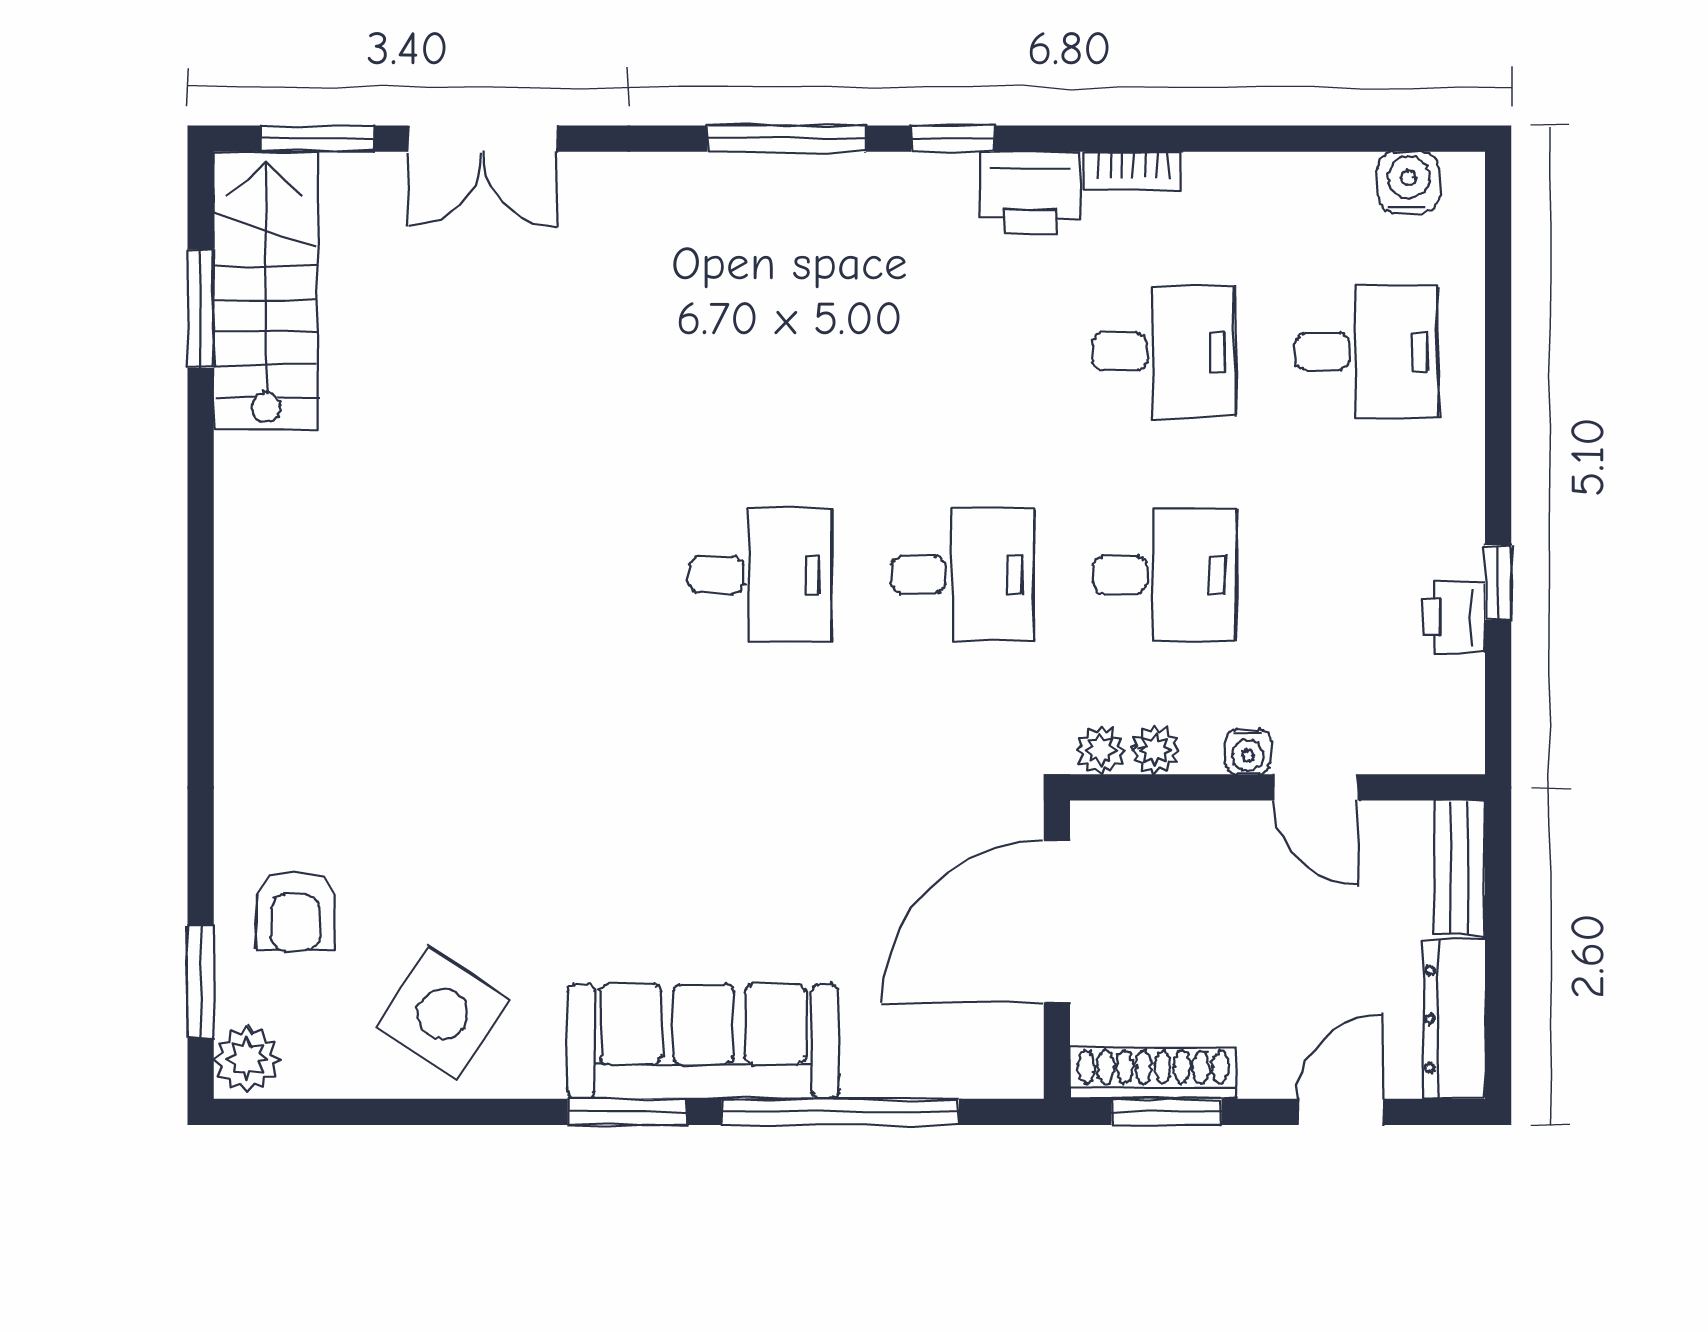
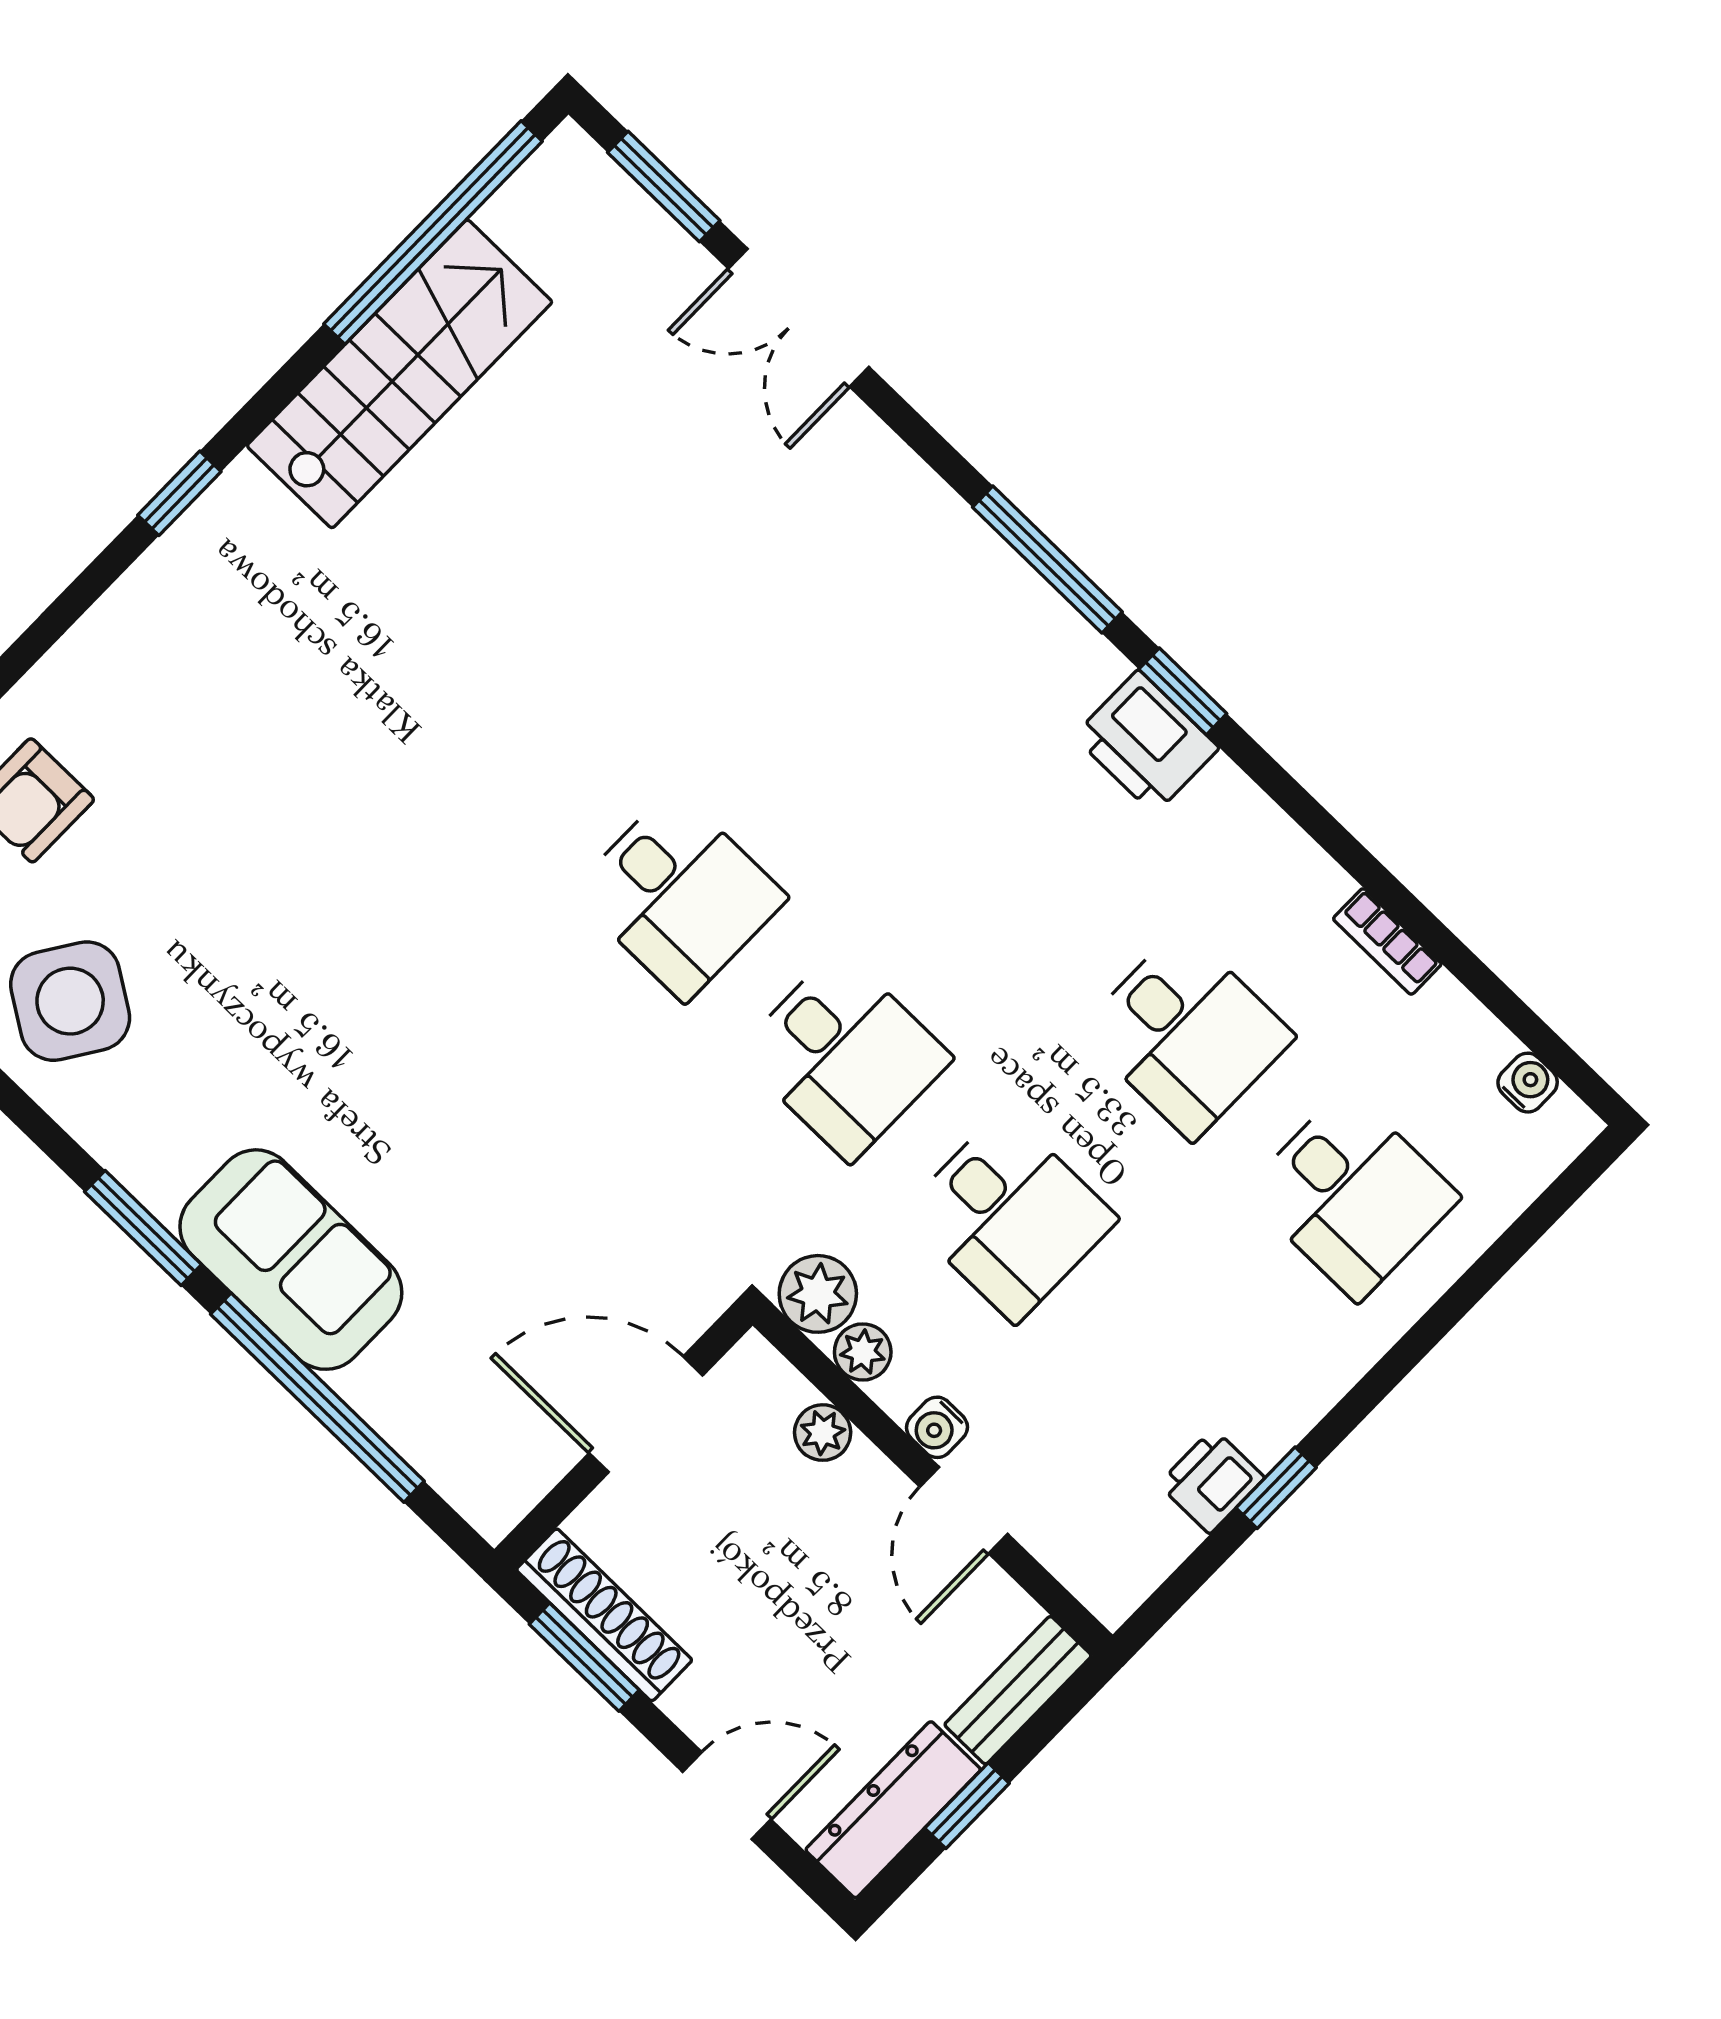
bookcase: (1133, 171) -> (1387, 941), moved
water cooler: (1408, 182) -> (1528, 1083), width x0.72, depth x0.72
printer: (1030, 193) -> (1146, 742), moved
stairs: (266, 291) -> (400, 374), moved
window: (201, 309) -> (433, 233), width x2.11
window: (201, 628) -> (179, 493), added
plant: (1101, 750) -> (818, 1294), width x1.38, depth x1.38
plant: (1179, 825) -> (823, 1433), added
door: (1057, 922) -> (646, 1414), width x0.73
window: (1498, 971) -> (967, 1806), added
sofa: (703, 1041) -> (291, 1260), width x0.73

